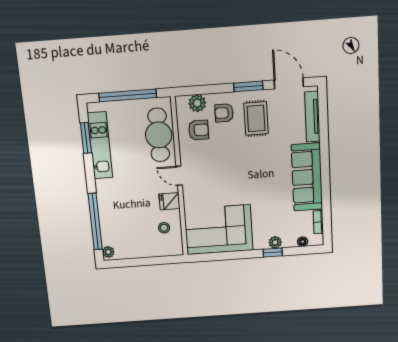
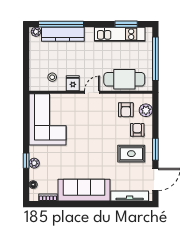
kitchen counter: (108, 218) -> (63, 34), added

